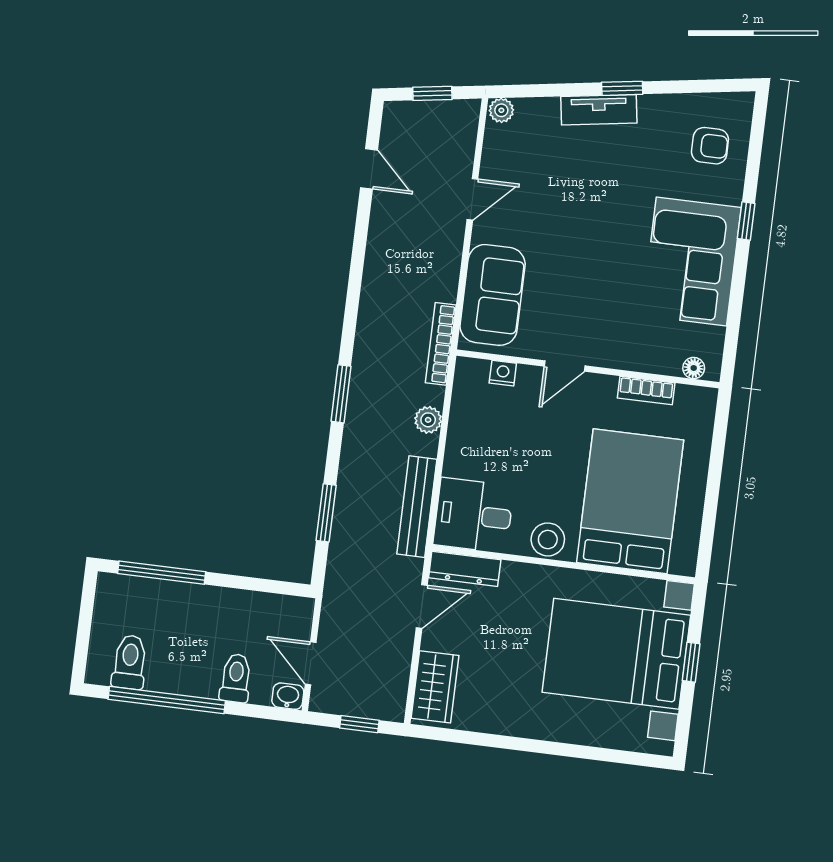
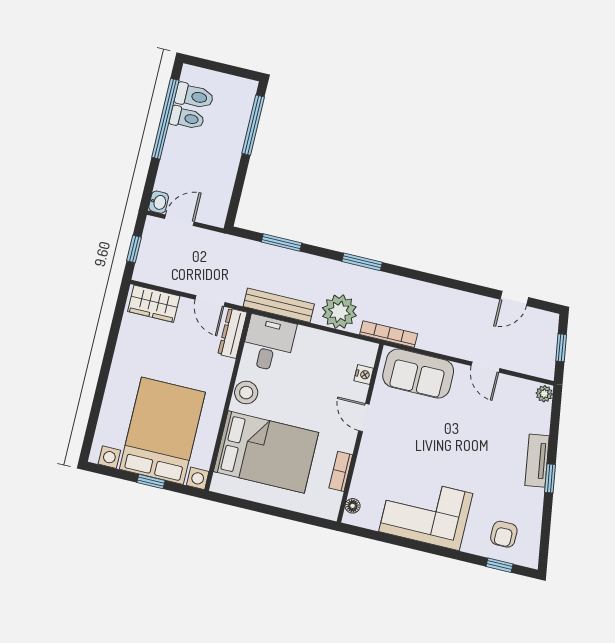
window: (746, 221) -> (500, 565), moved
plant: (428, 420) -> (339, 312), width x1.88, depth x1.88
toilet: (236, 678) -> (187, 118), moved

